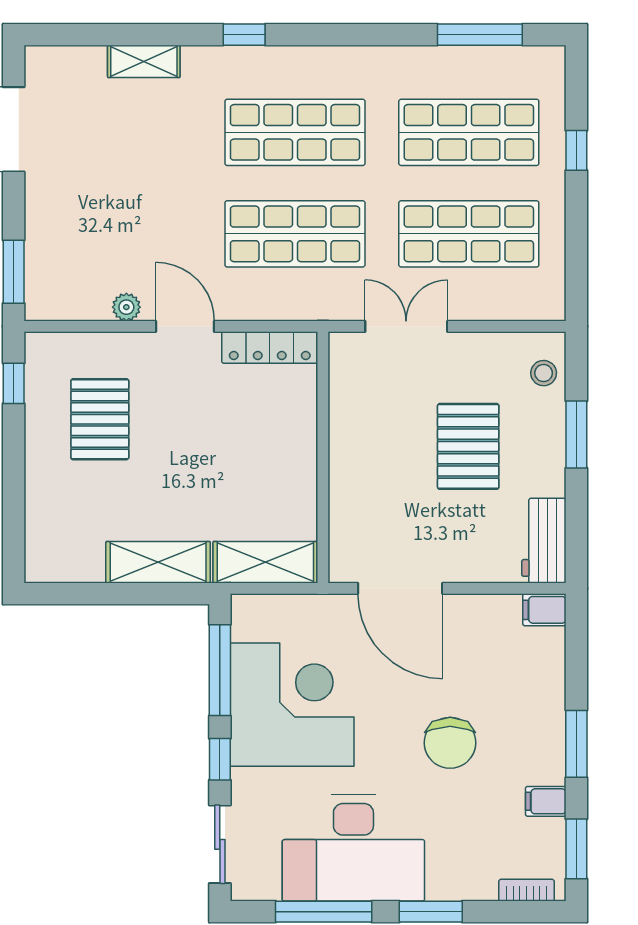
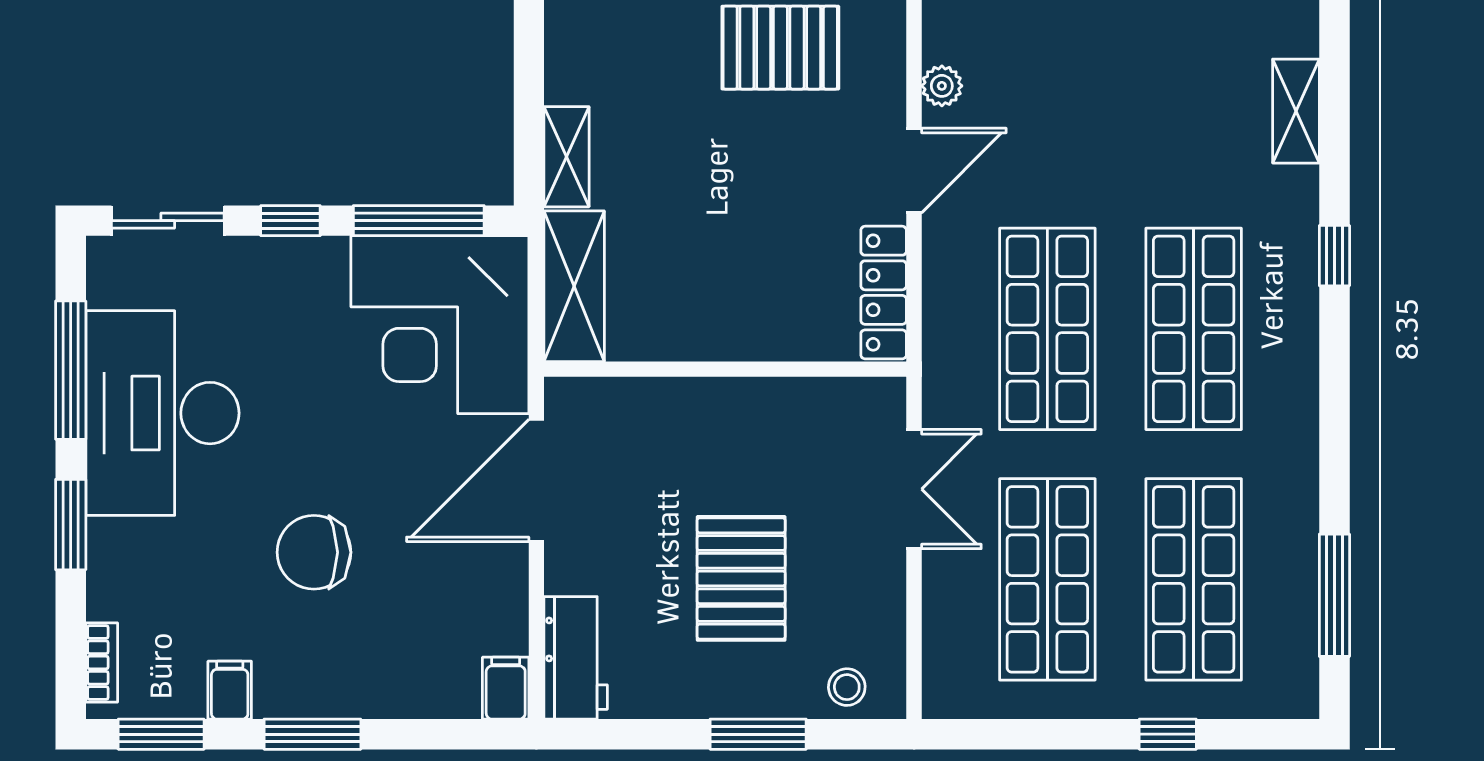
pallet: (468, 446) -> (741, 578), turned 90
workbench: (544, 541) -> (576, 658), moved, turned 90
shelving: (158, 562) -> (567, 157), width x0.67, depth x0.75
corner desk: (292, 705) -> (440, 325), moved, turned 90

